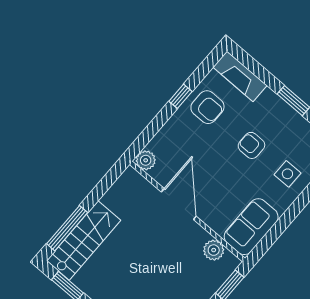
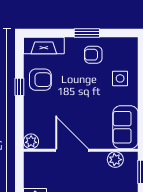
armchair: (251, 145) -> (93, 55), moved

